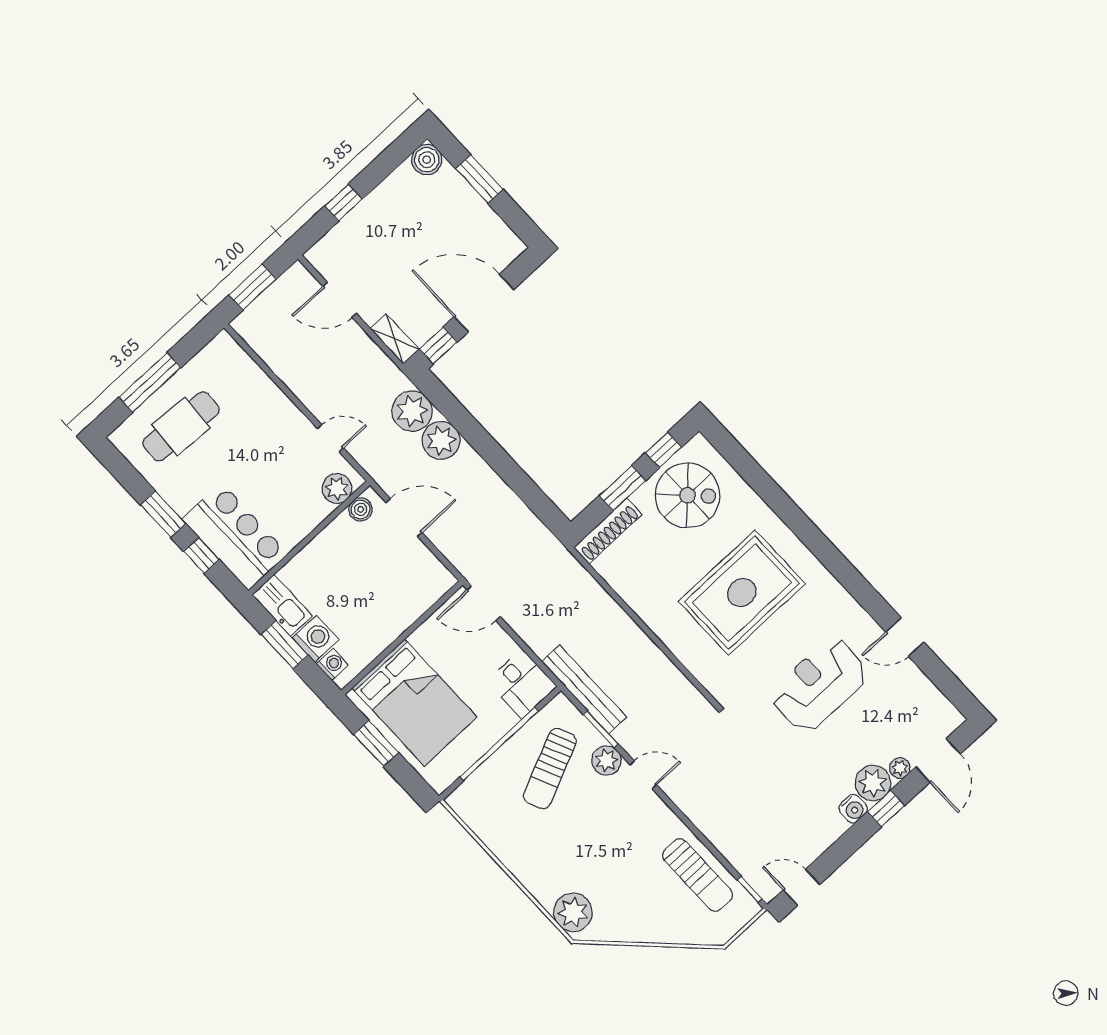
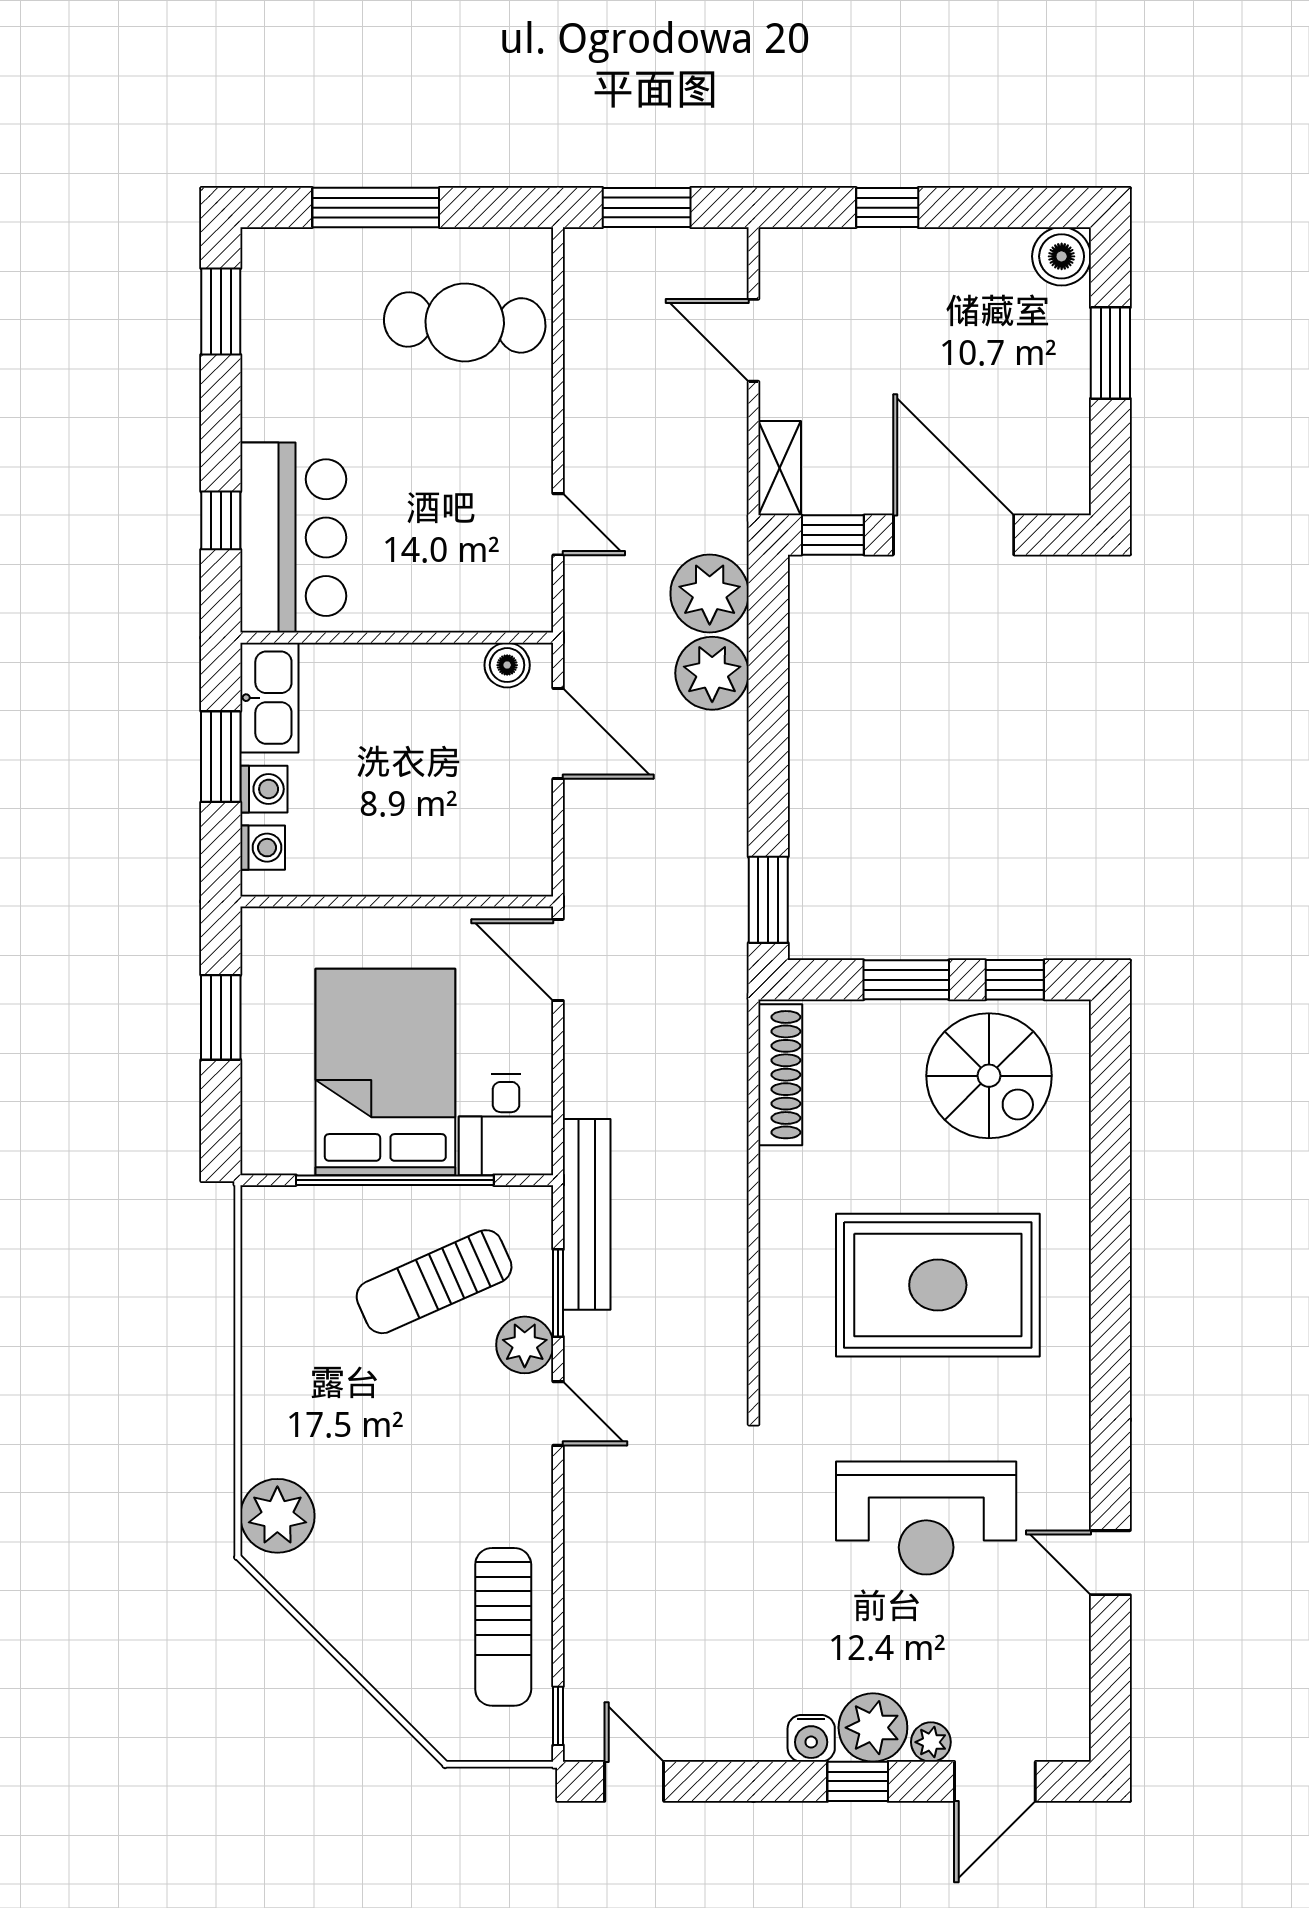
cafe table: (181, 426) -> (465, 322), moved
plant: (337, 488) -> (501, 604), removed
window: (542, 506) -> (768, 900), added
window: (163, 514) -> (221, 312), moved
shoe rack: (608, 531) -> (780, 1075), moved, turned -90
washing machine: (316, 639) -> (264, 789), width x0.73, depth x0.73
reception desk: (819, 685) -> (926, 1518), turned 180
bed: (415, 703) -> (385, 1072), moved, turned 180

